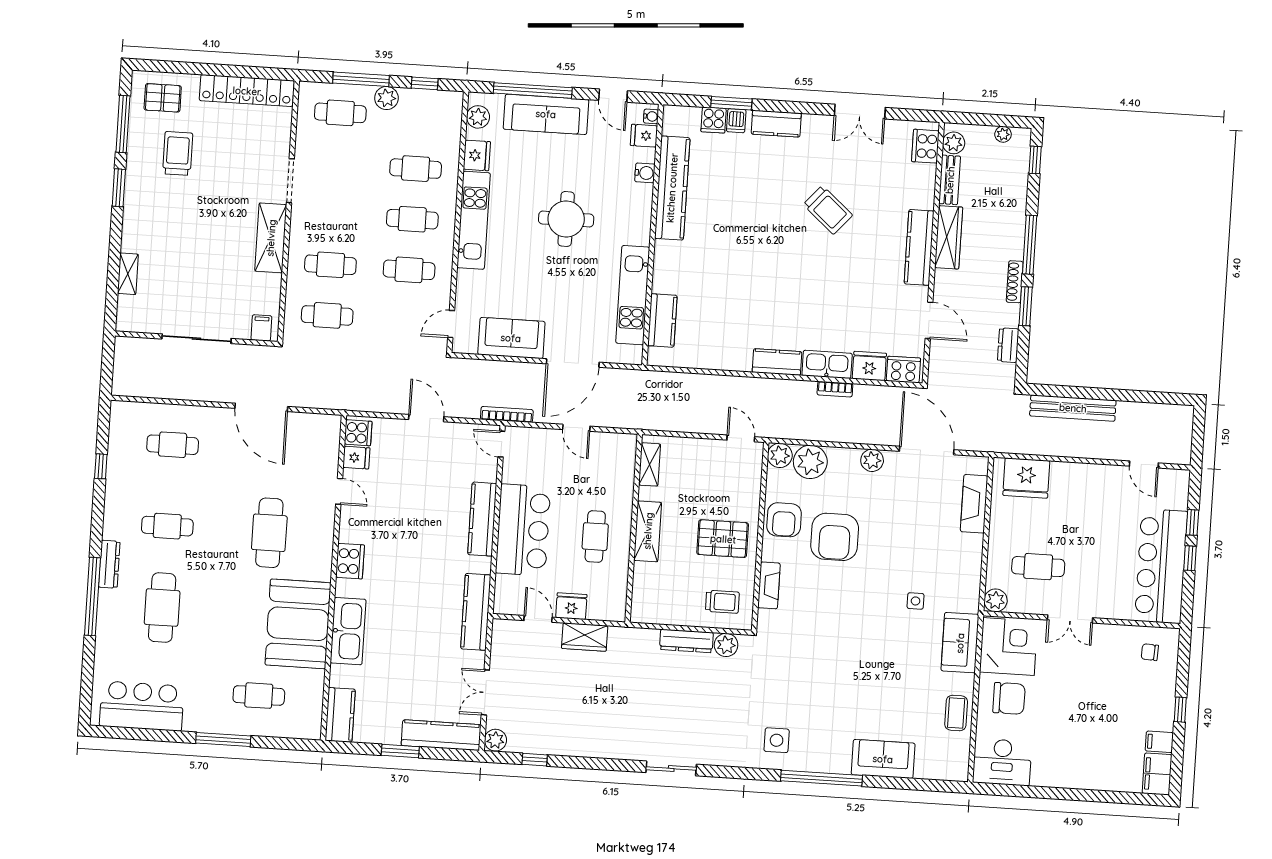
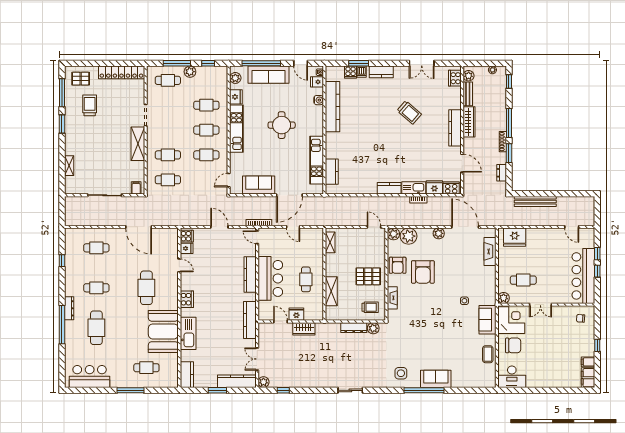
shelving: (648, 531) -> (331, 291), moved
sofa: (883, 759) -> (436, 379), moved

